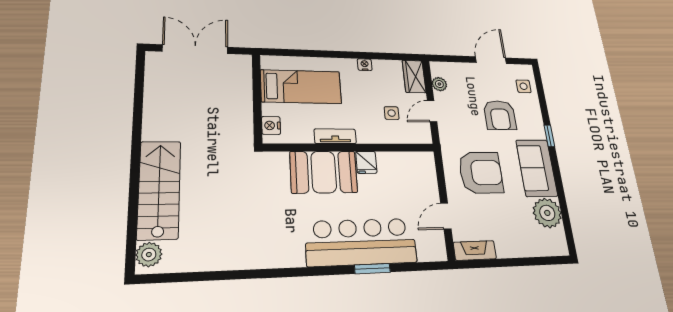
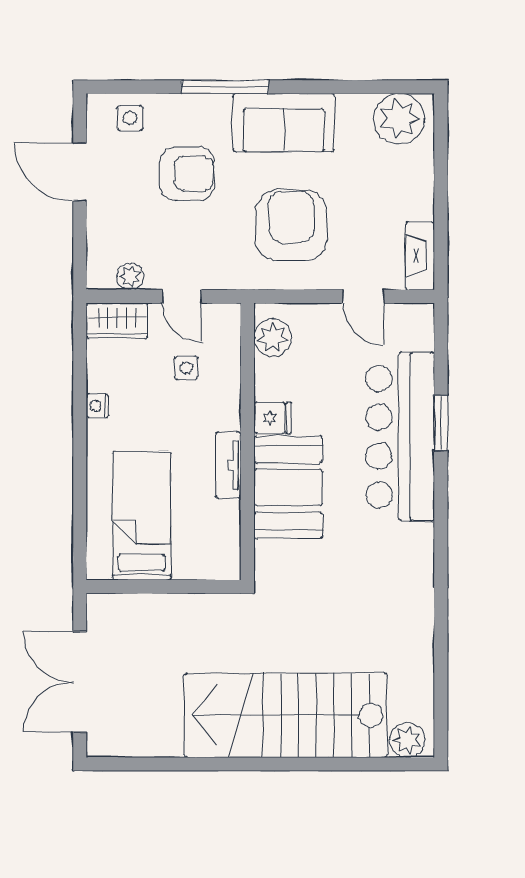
nightstand: (271, 125) -> (211, 566), removed
window: (549, 136) -> (225, 87), width x2.17
plant: (415, 162) -> (273, 338), added
stairs: (159, 189) -> (286, 715), width x1.36, depth x1.51
plant: (547, 213) -> (399, 119), moved

